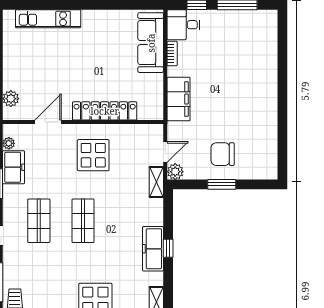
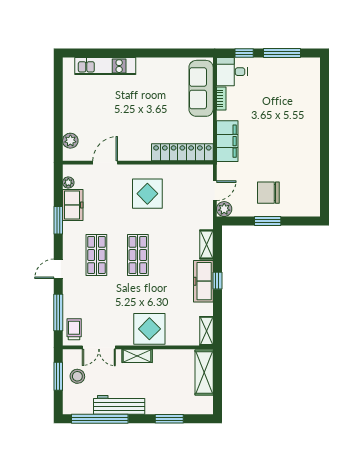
locker: (105, 111) -> (182, 152), moved
shelving: (156, 182) -> (206, 245), moved

